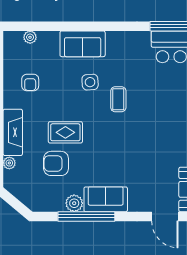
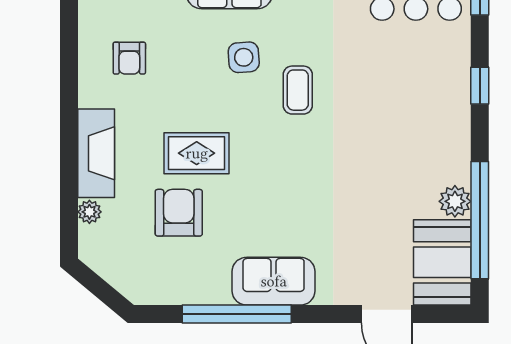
armchair: (56, 163) -> (179, 213), turned 90
plant: (74, 203) -> (213, 289), removed

